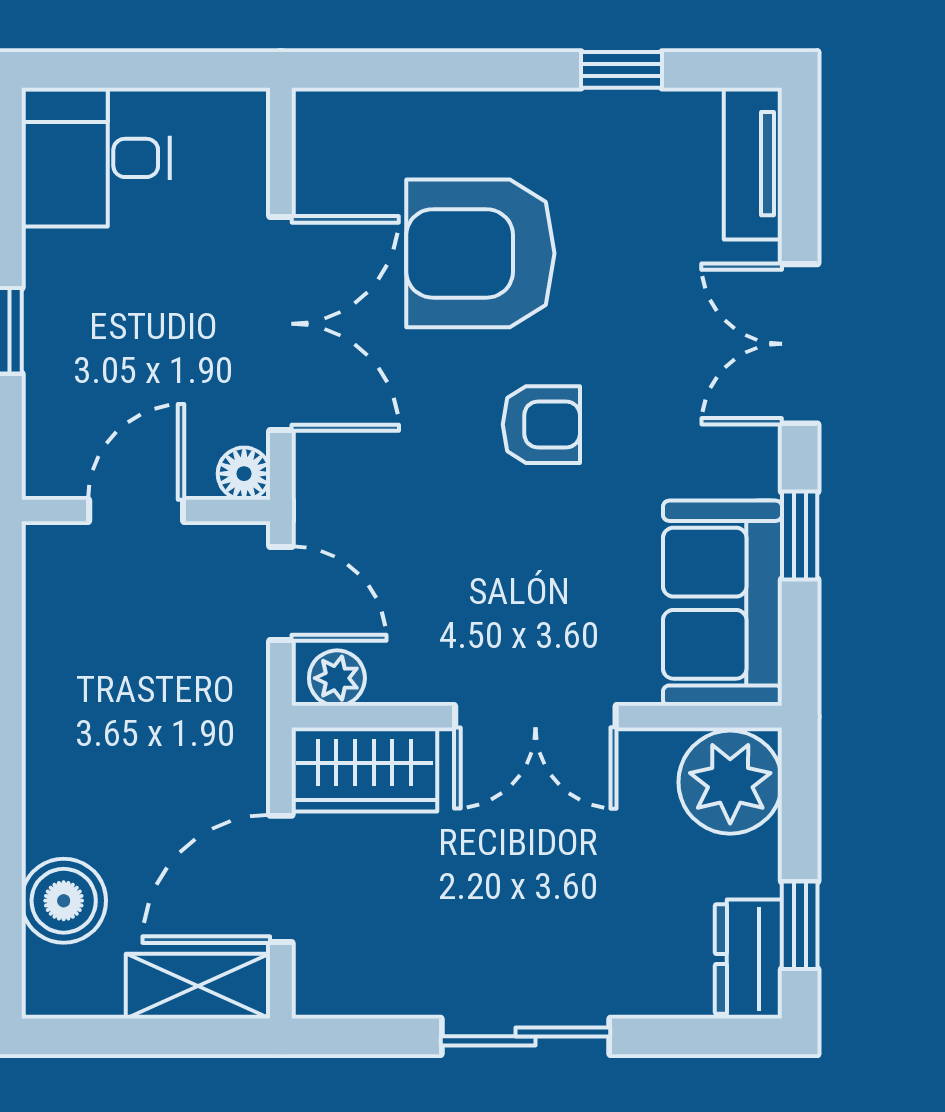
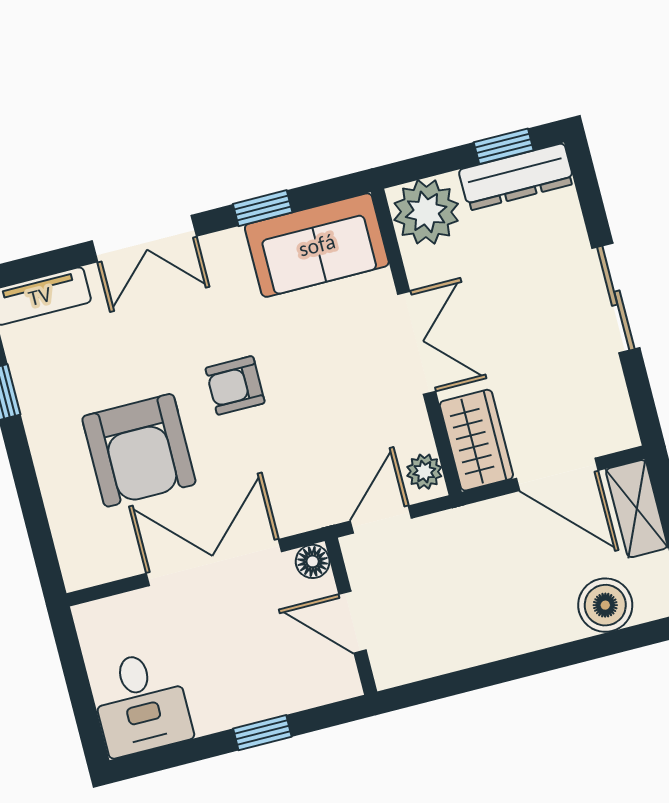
armchair: (541, 425) -> (235, 385), turned -90
dresser: (748, 959) -> (516, 177), width x1.44

